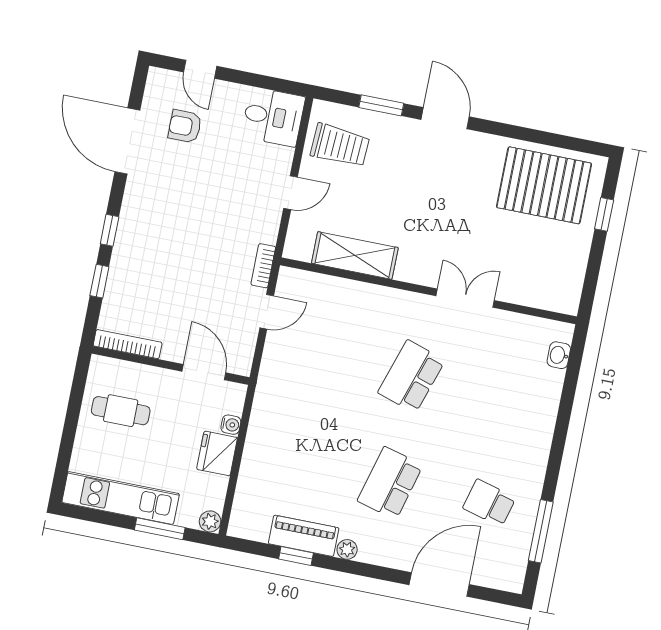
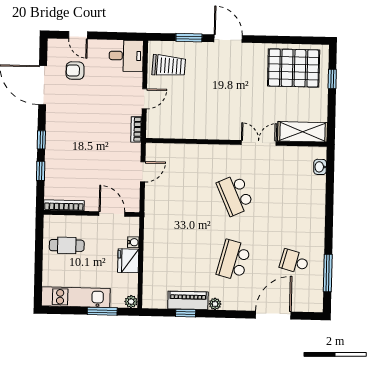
shelving: (355, 255) -> (303, 132), moved
bookcase: (263, 266) -> (136, 129), moved
school desk: (411, 377) -> (235, 195), turned -42

